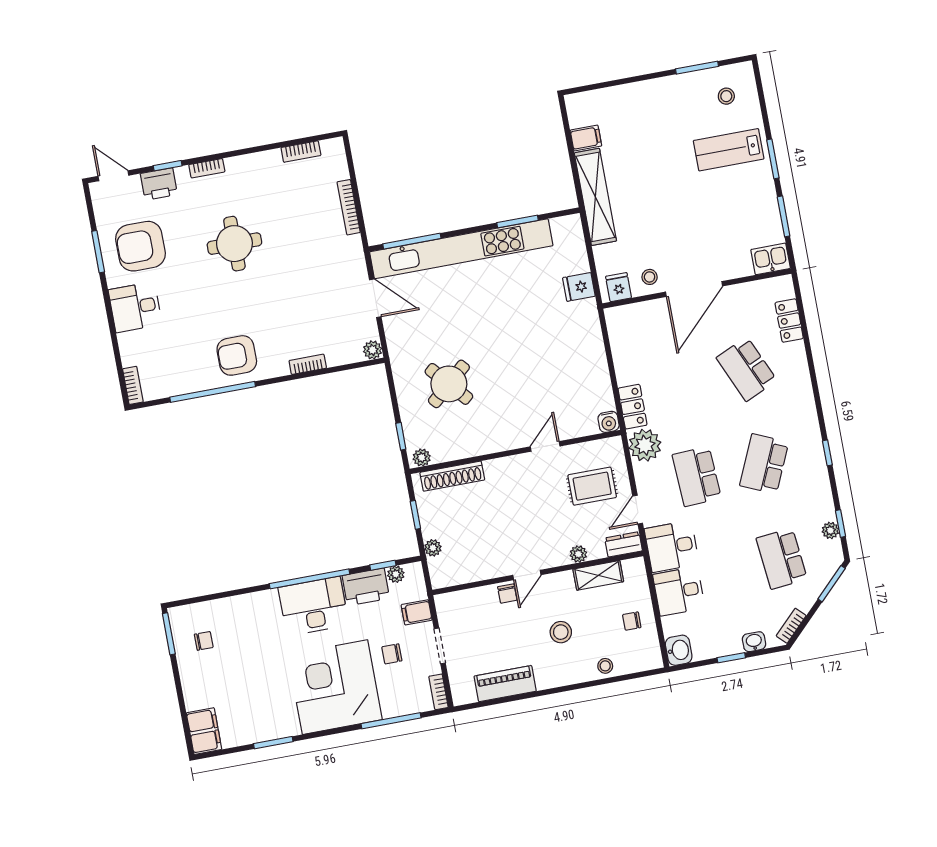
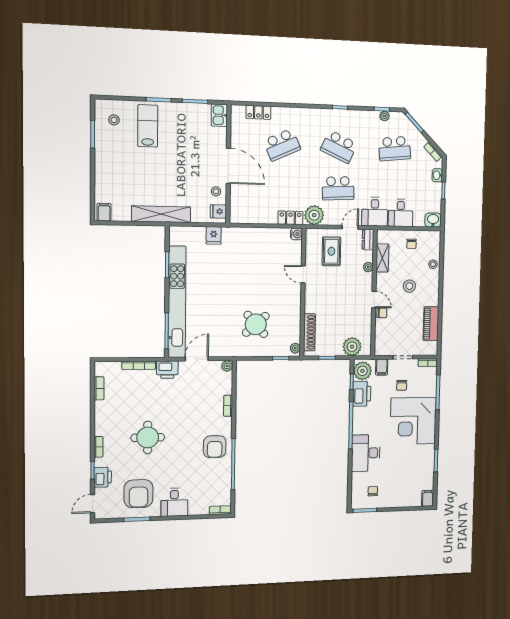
filing cabinet: (586, 138) -> (104, 212), moved
lab bench: (729, 150) -> (148, 126), turned 180
printer: (350, 254) -> (167, 370), added
door: (638, 510) -> (350, 227), swing flipped
plant: (433, 548) -> (352, 347), width x1.88, depth x1.88
plant: (396, 574) -> (362, 371), width x1.87, depth x1.87
desk: (313, 606) -> (366, 453), moved
filing cabinet: (204, 731) -> (428, 498), width x0.50

